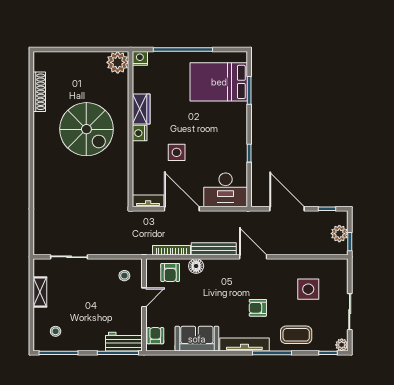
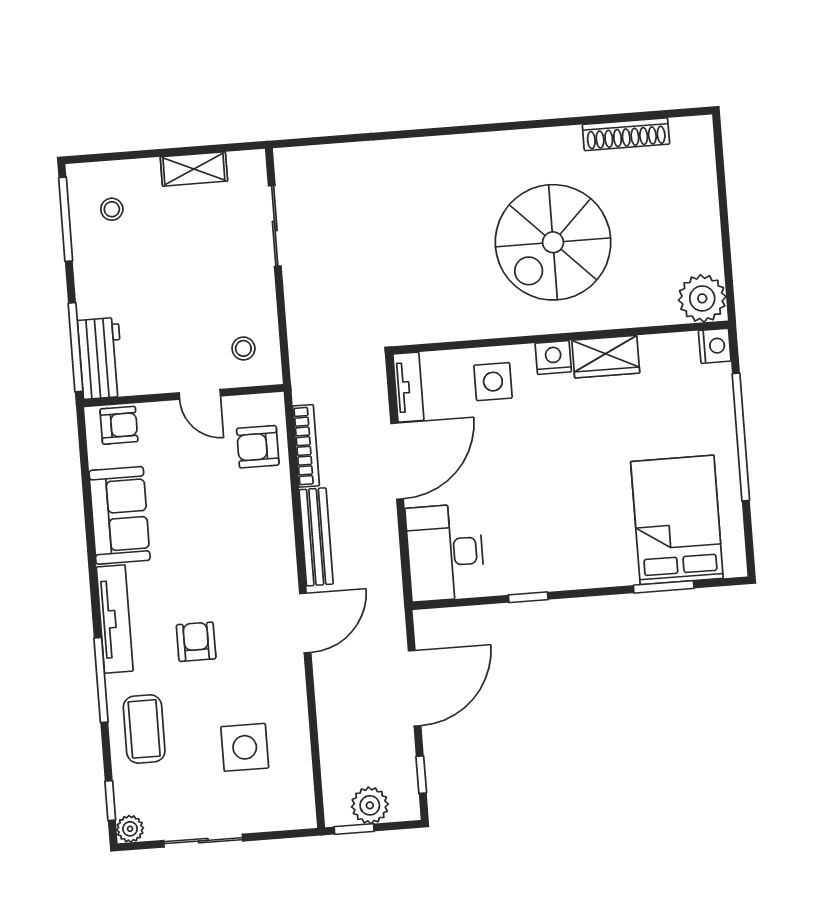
side table: (177, 152) -> (493, 382), moved
floor lamp: (196, 266) -> (276, 502), removed

